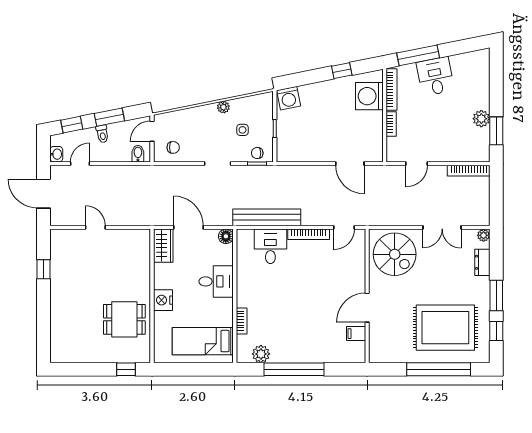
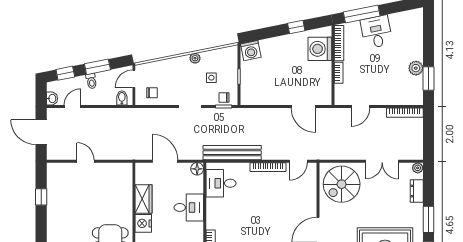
wardrobe: (163, 246) -> (144, 199), moved
desk: (270, 246) -> (221, 183), moved, turned -90
spiral stairs: (395, 254) -> (342, 184), turned 90

